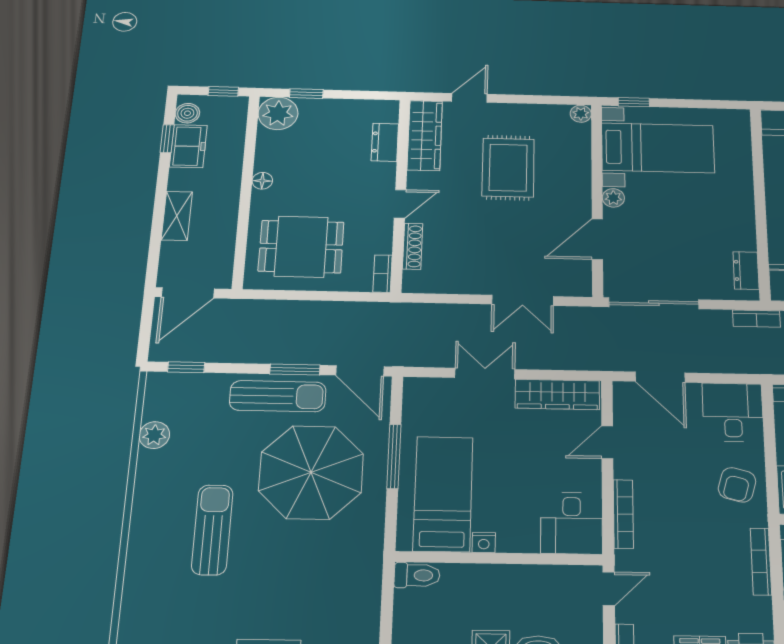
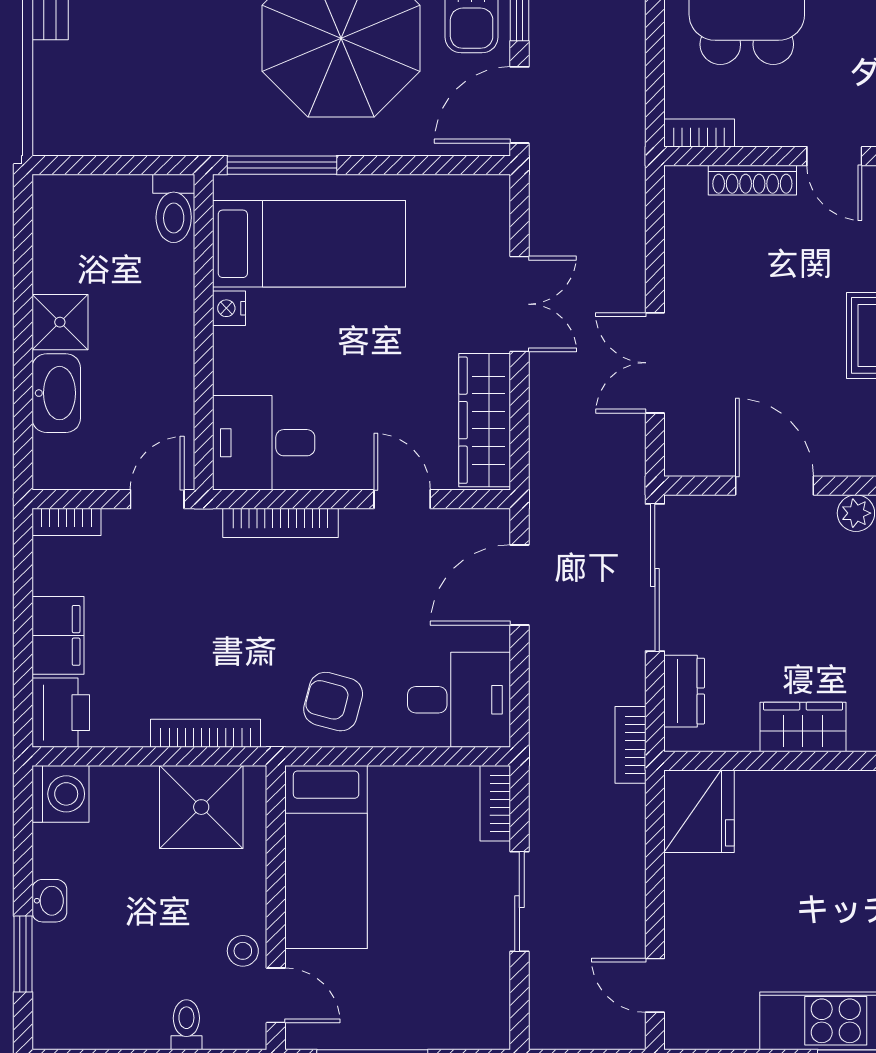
wardrobe: (741, 228) -> (803, 727), added
dresser: (746, 271) -> (684, 691), moved, turned 90
window: (394, 456) -> (282, 165), moved
door: (609, 589) -> (157, 499), swing flipped

